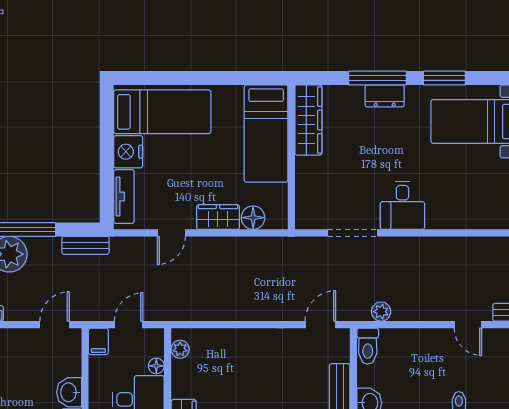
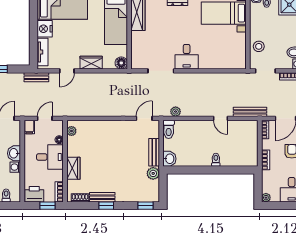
floor lamp: (253, 218) -> (121, 63), moved
bench: (86, 245) -> (36, 77), moved

